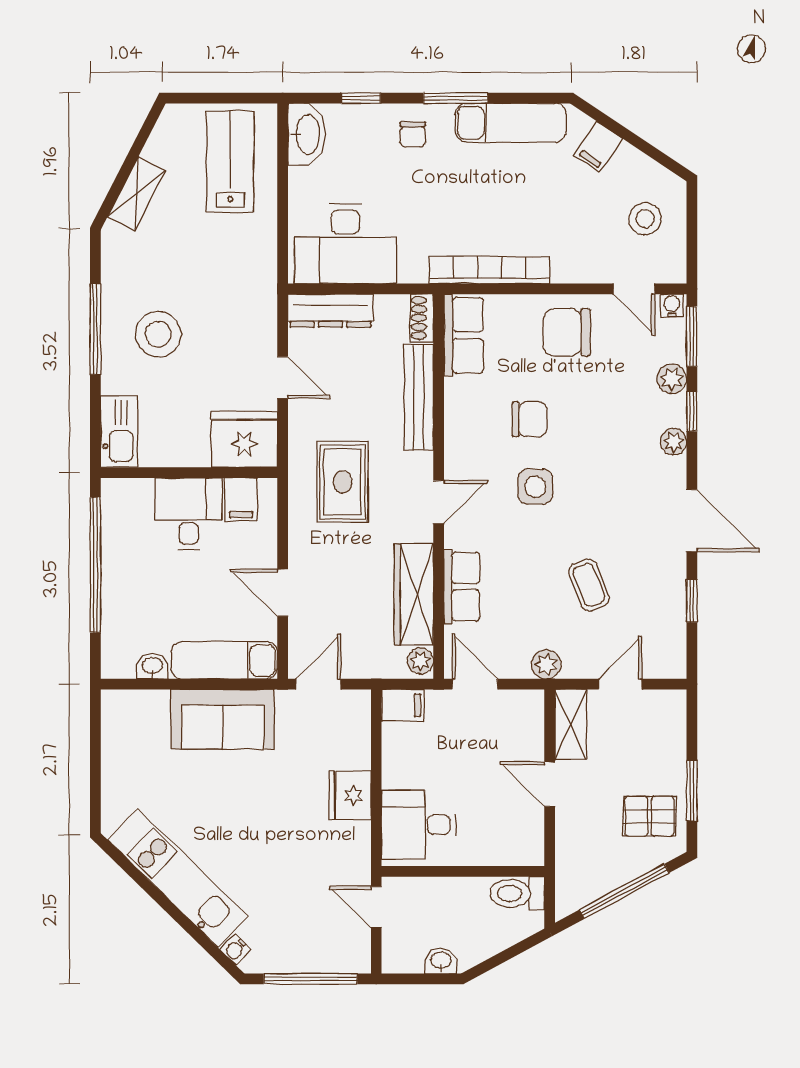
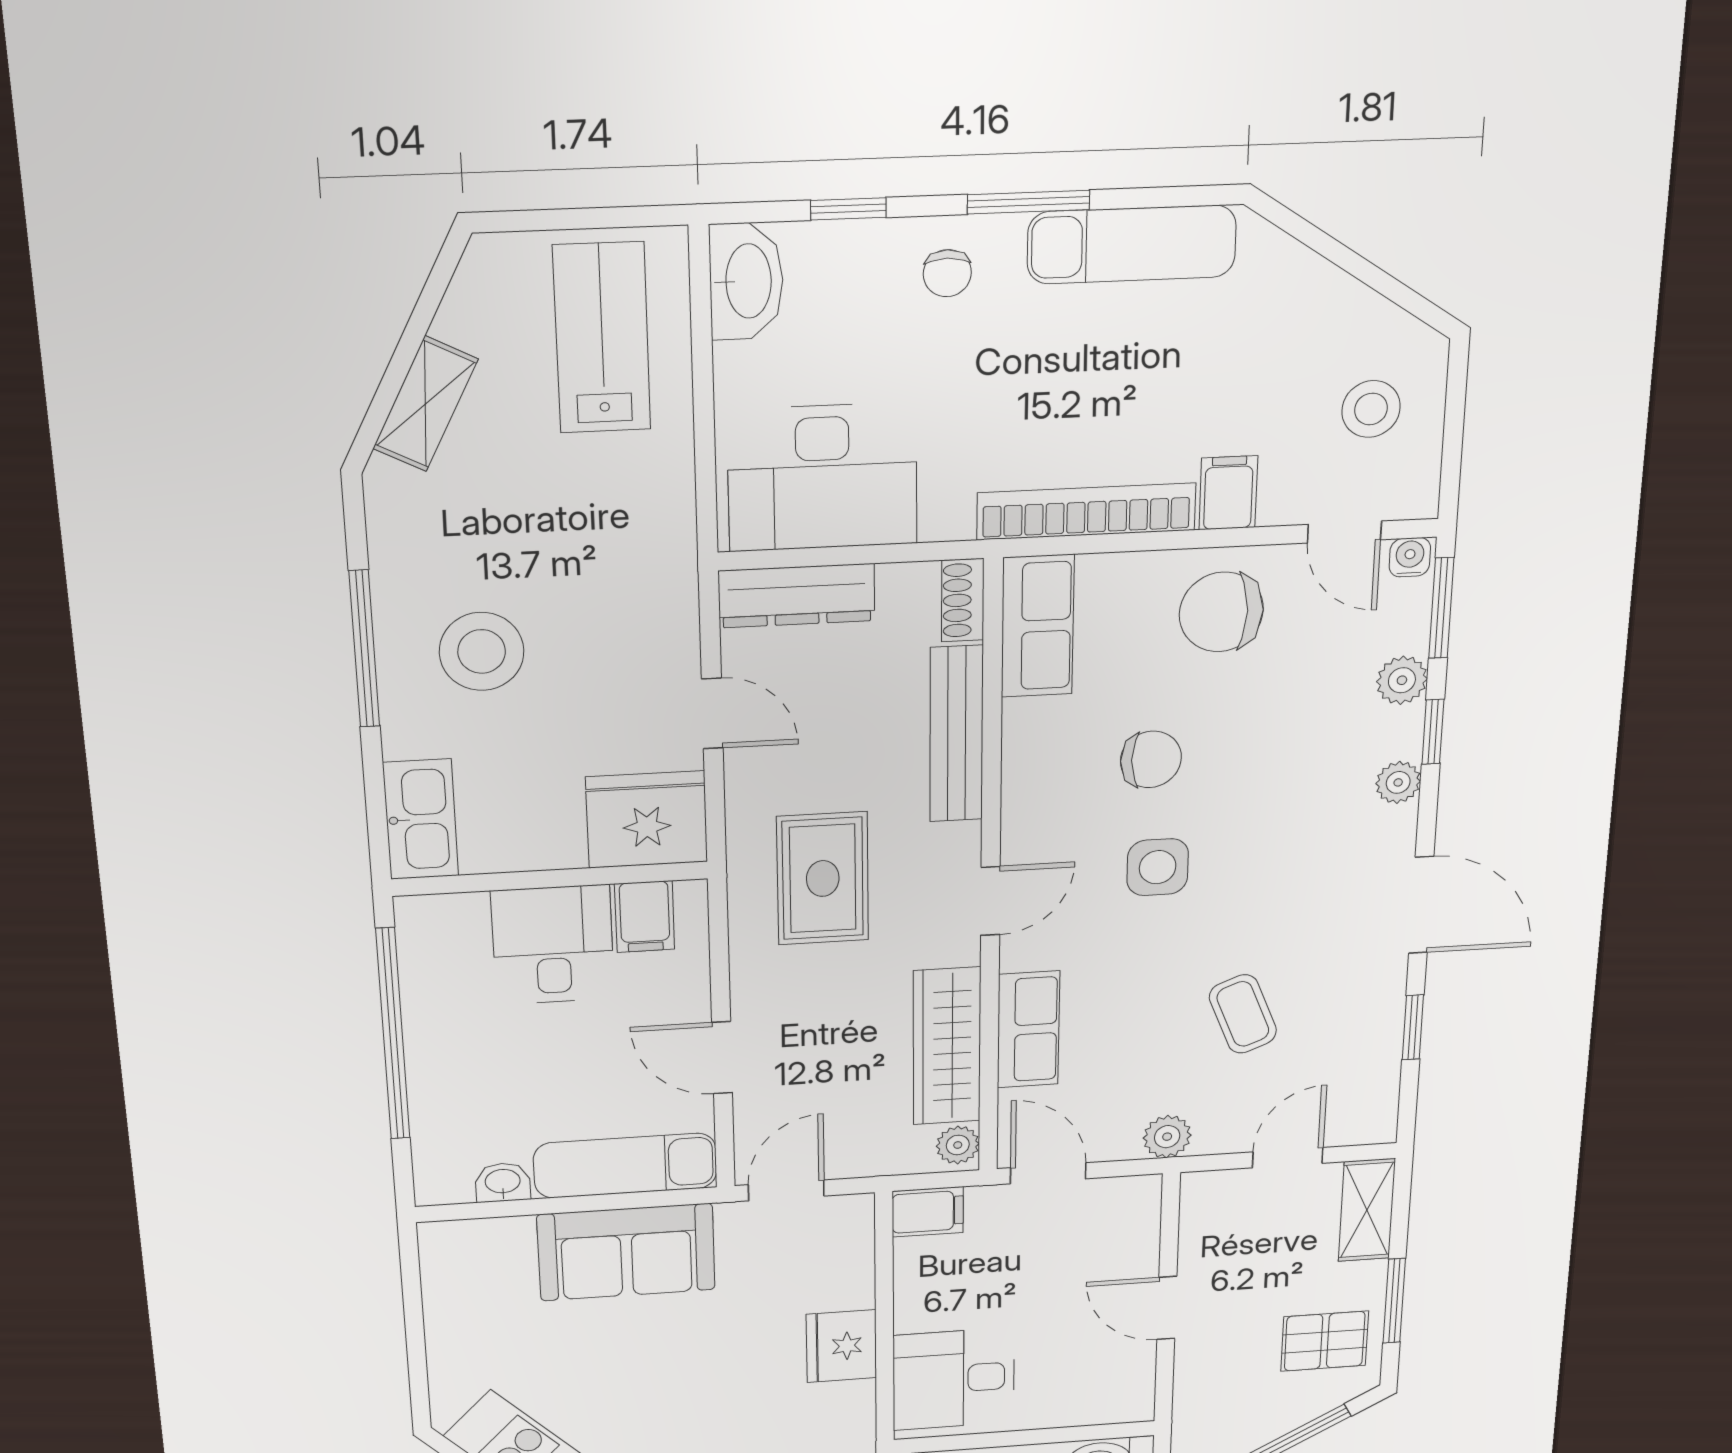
filing cabinet: (598, 147) -> (1228, 493), moved, turned 146
shelving: (571, 724) -> (1367, 1210), moved

